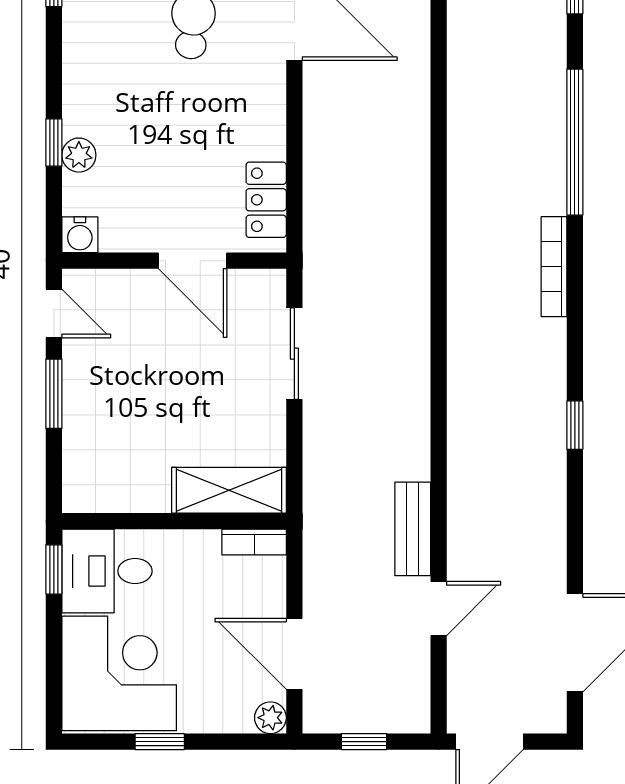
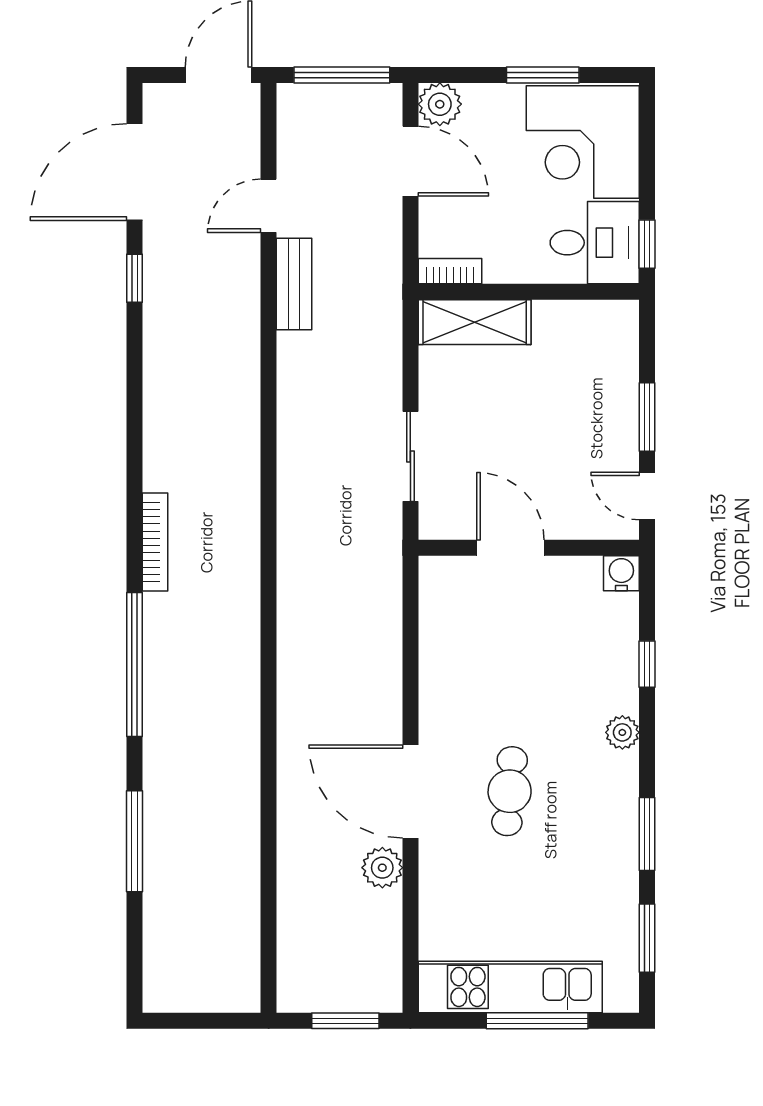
plant: (79, 155) -> (622, 732), moved
locker: (266, 200) -> (438, 608), removed
window: (575, 425) -> (135, 278), moved
plant: (270, 718) -> (440, 104), width x1.38, depth x1.38
window: (160, 742) -> (543, 75), width x1.50
window: (364, 742) -> (342, 75), width x2.17

